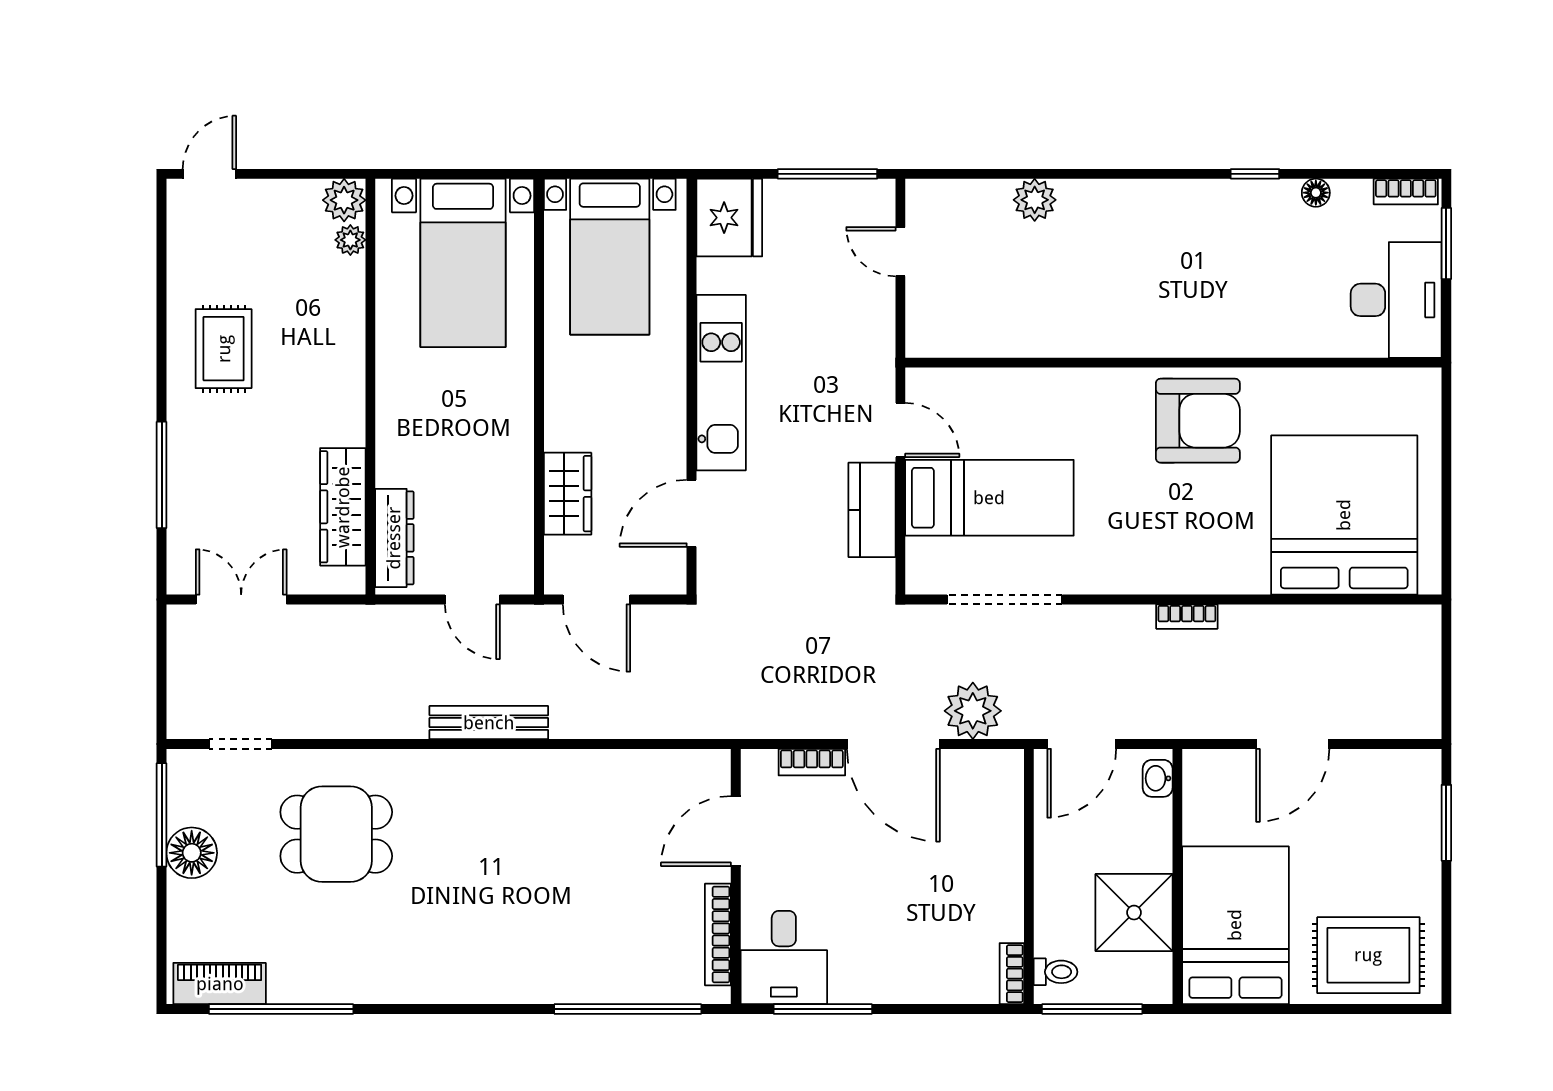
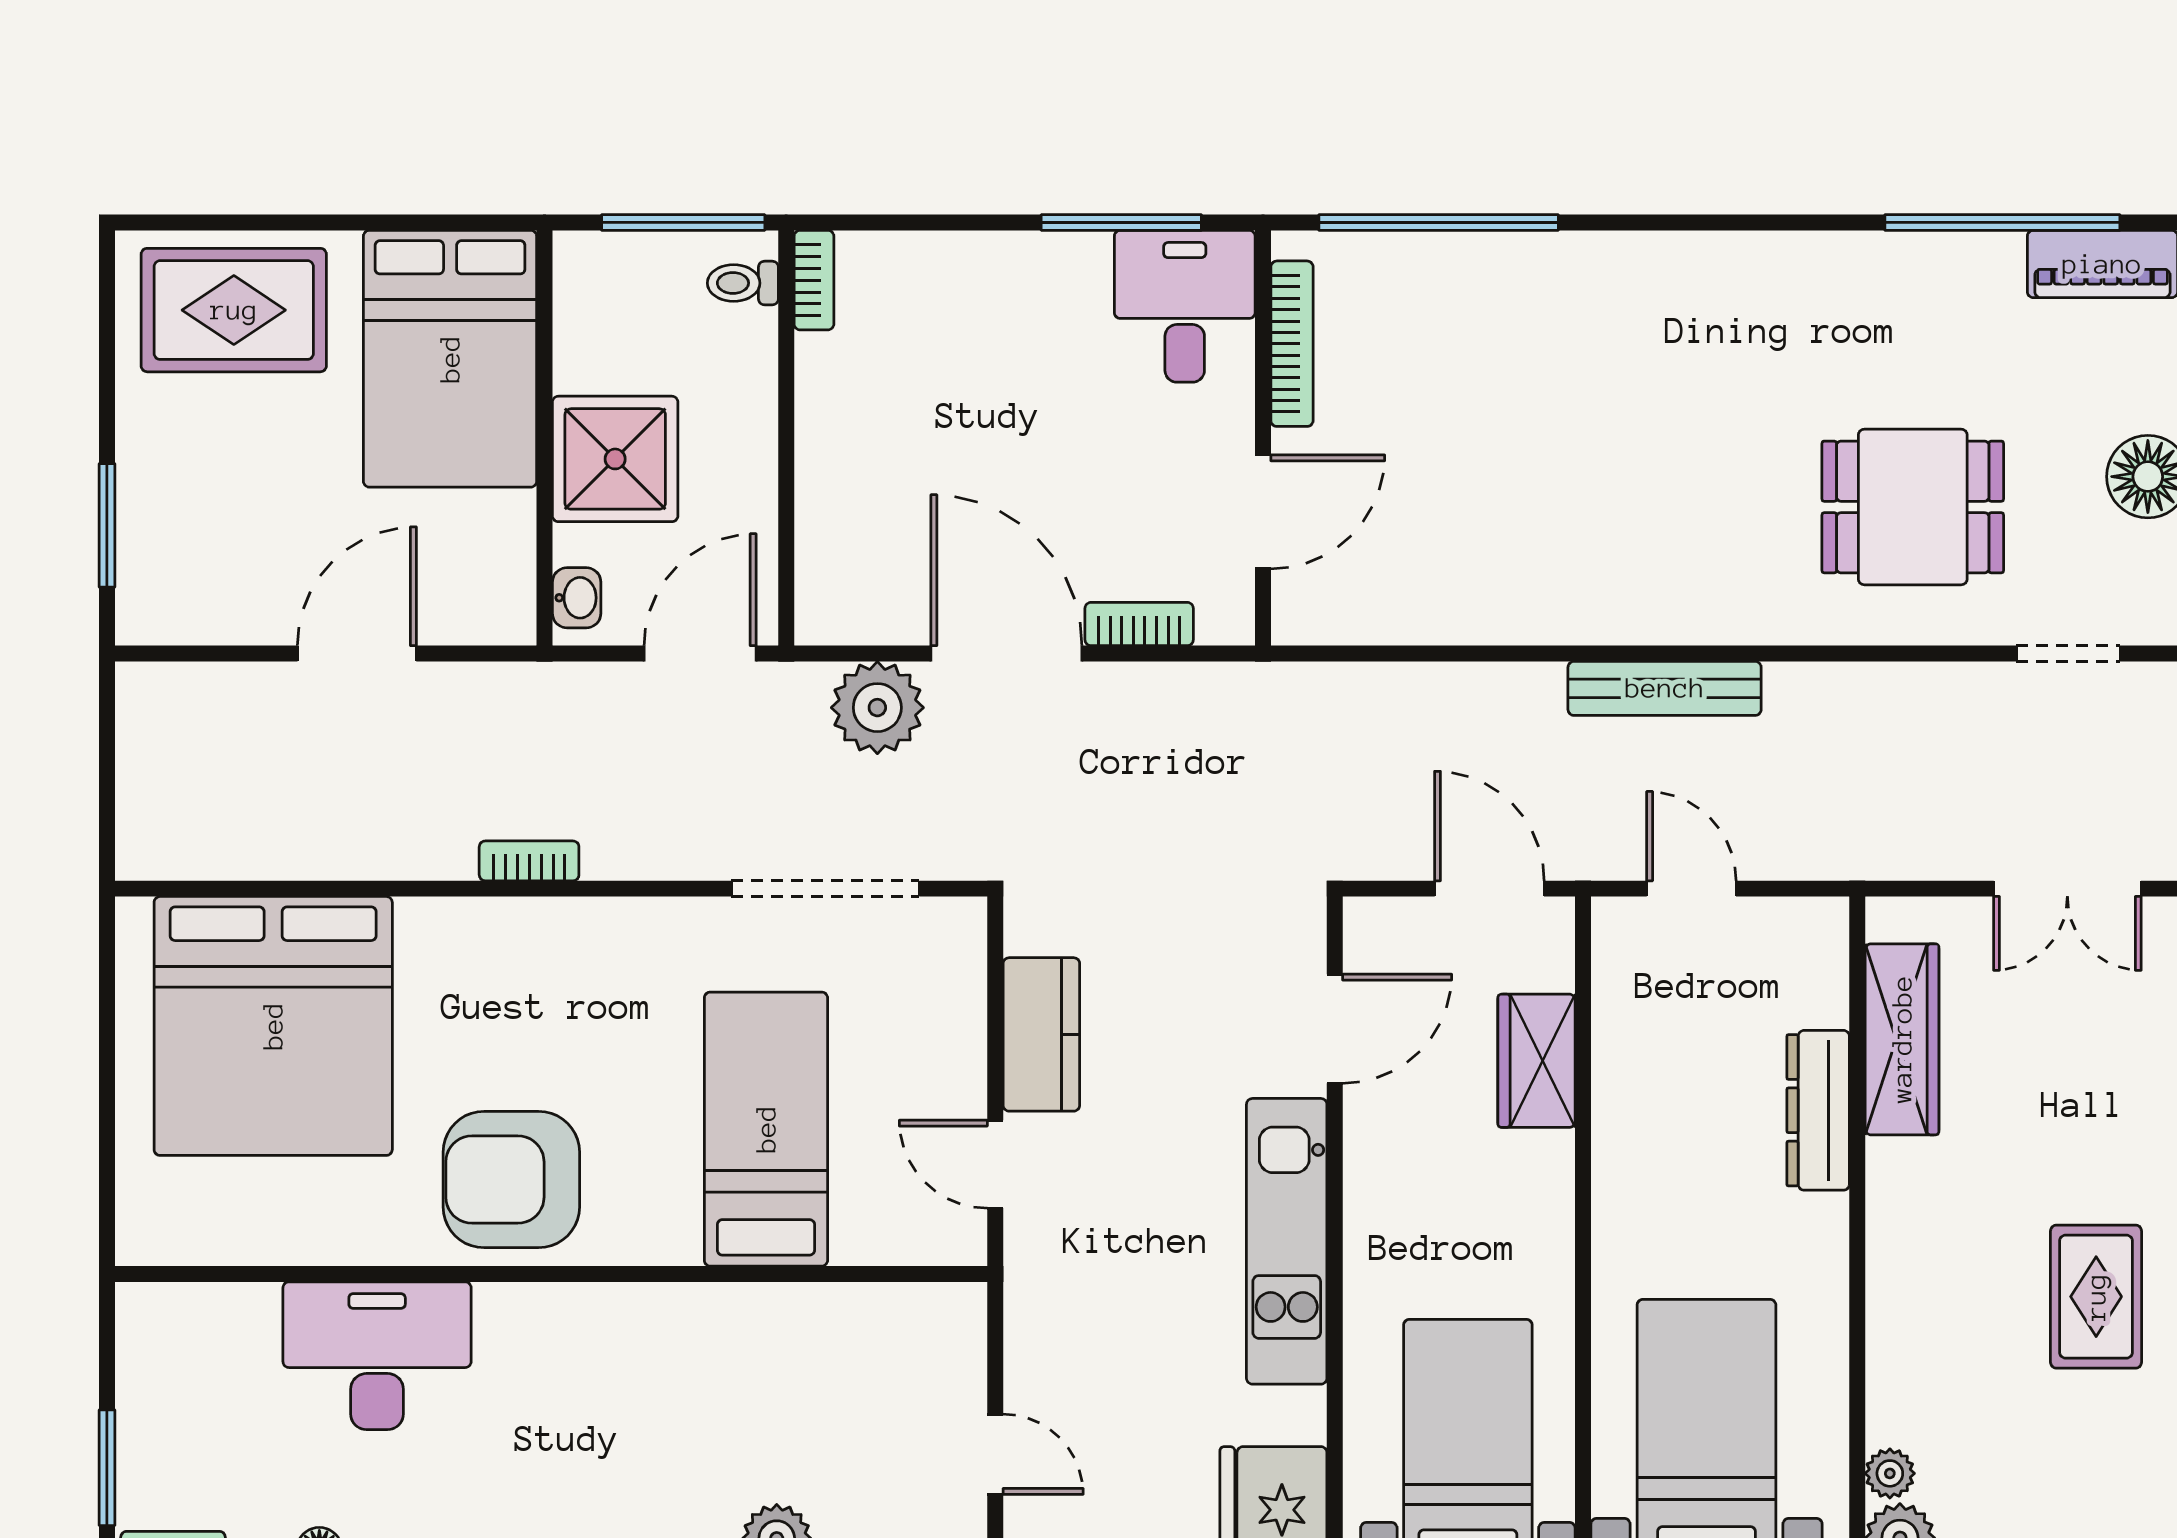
desk: (1396, 300) -> (377, 1356), moved, turned 90
bed: (989, 498) -> (766, 1129), moved, turned 90
dresser: (394, 538) -> (1818, 1110), moved
shower: (1134, 913) -> (615, 459), moved

